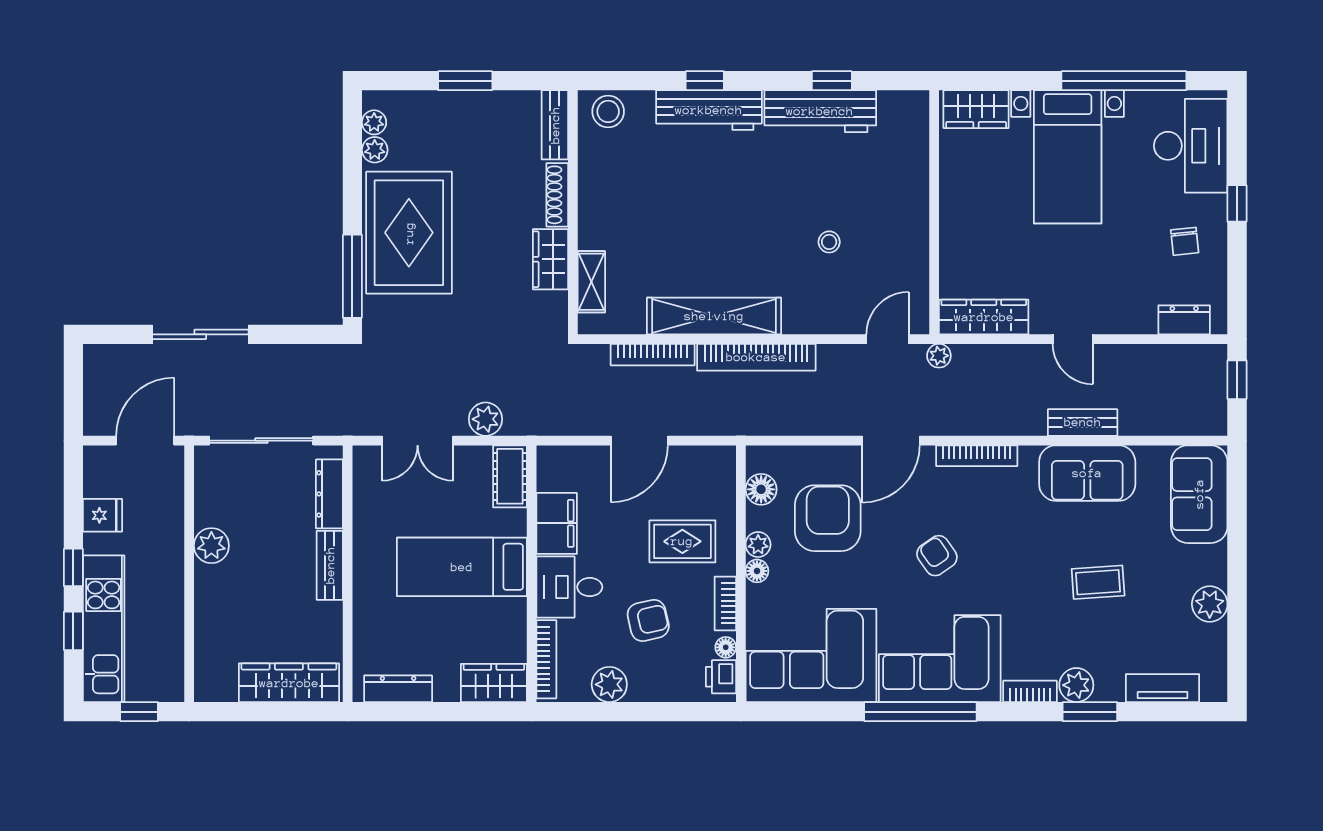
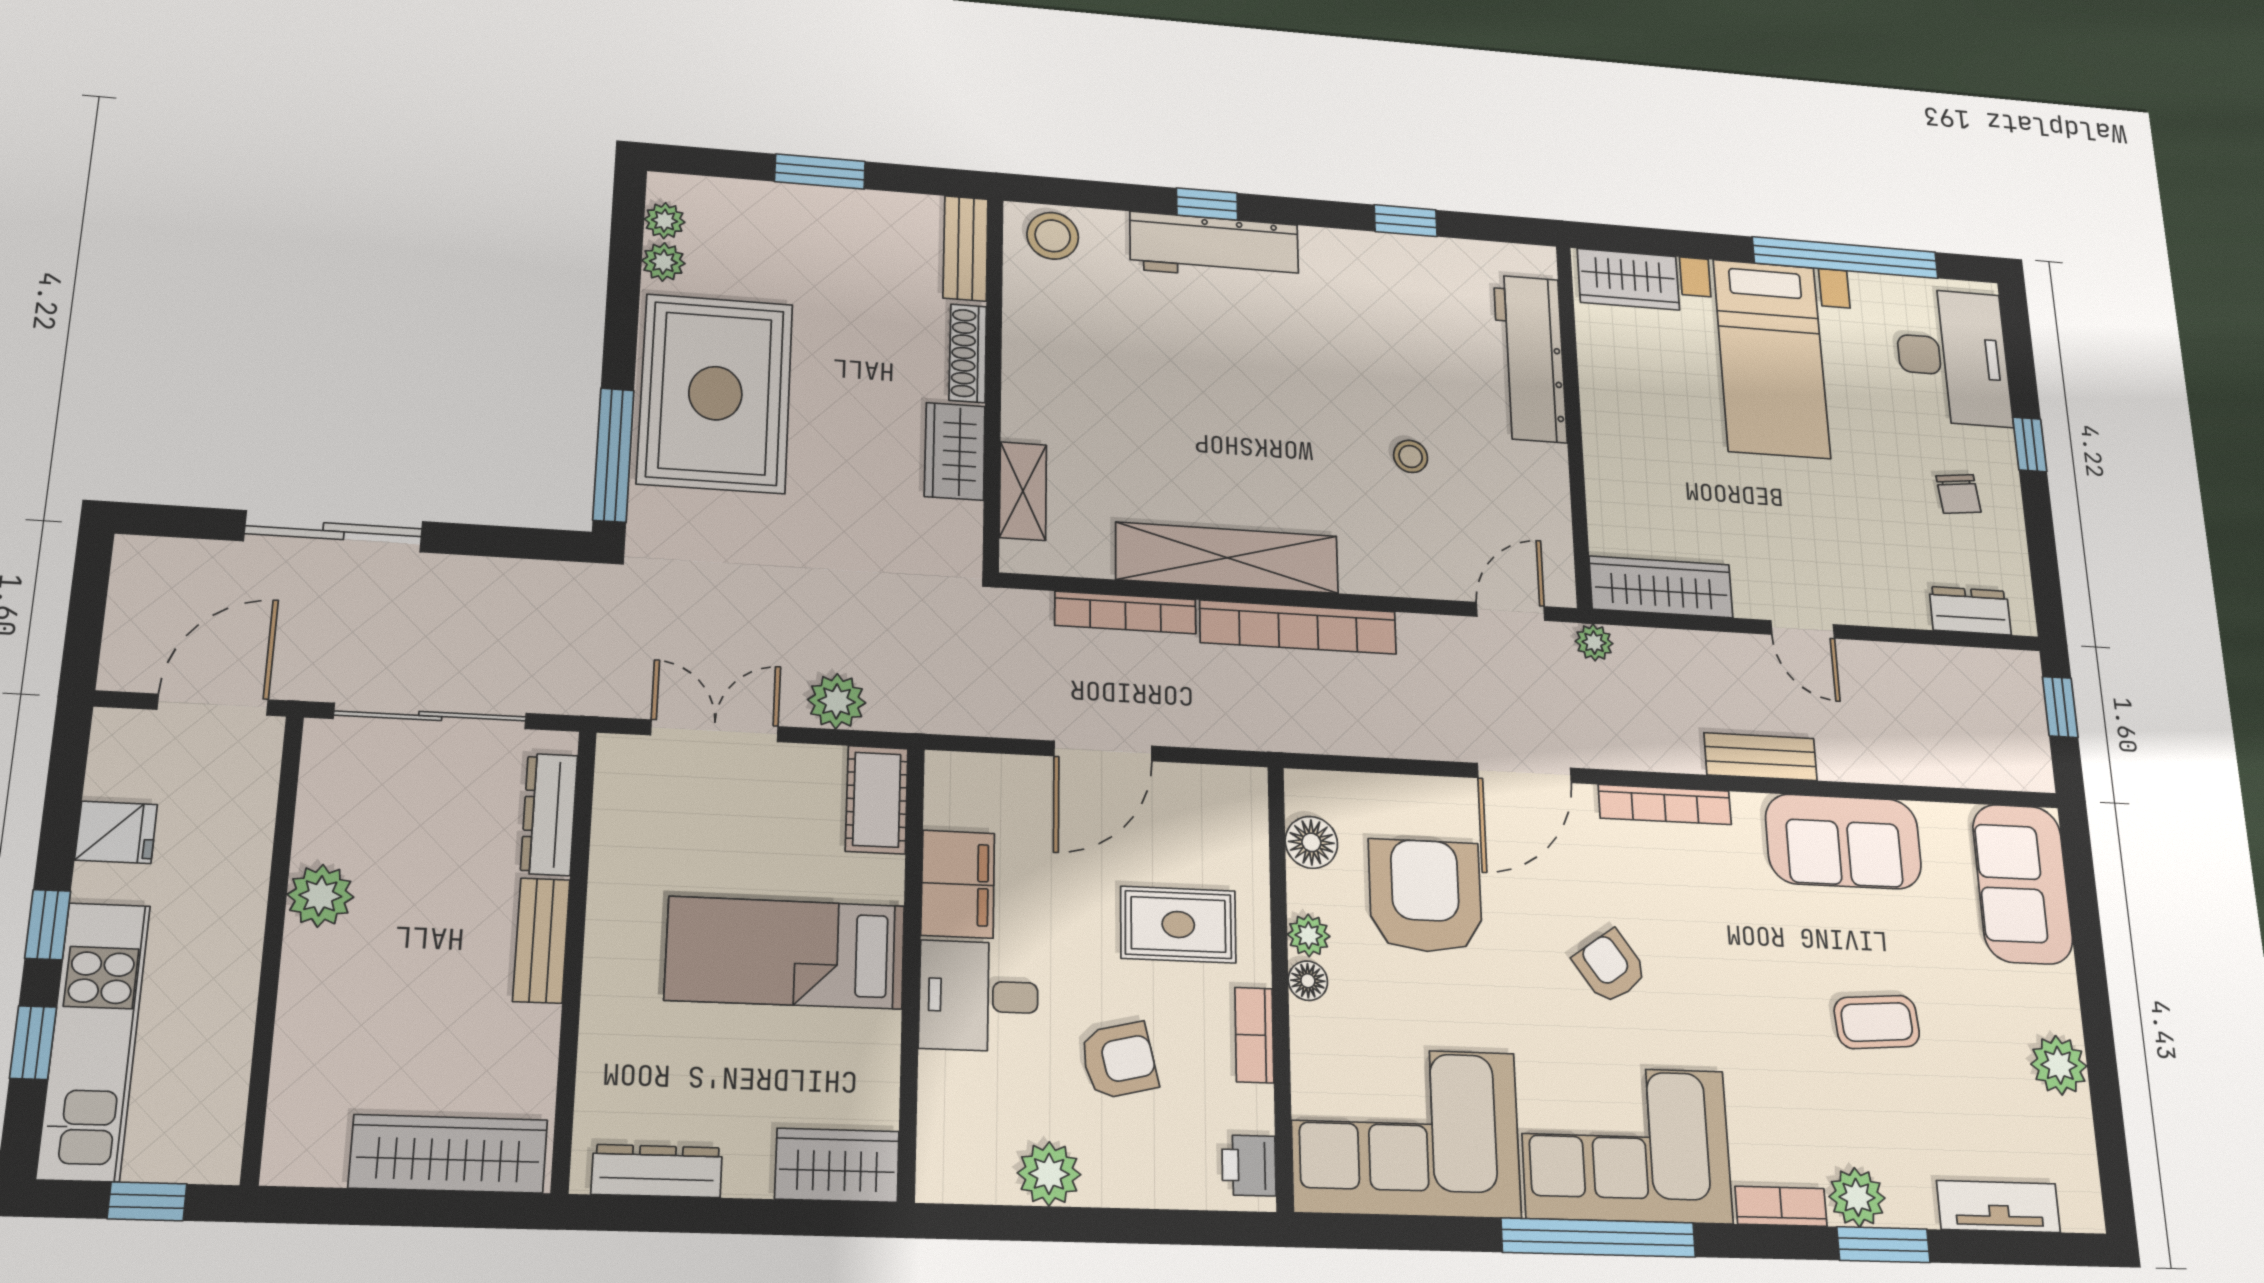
workbench: (820, 111) -> (1530, 358), moved, turned 90
bench: (1083, 422) -> (1761, 757), moved
double door: (418, 441) -> (715, 731), swing flipped
floor lamp: (726, 647) -> (1256, 1113), removed
bookcase: (546, 659) -> (935, 1124), removed

